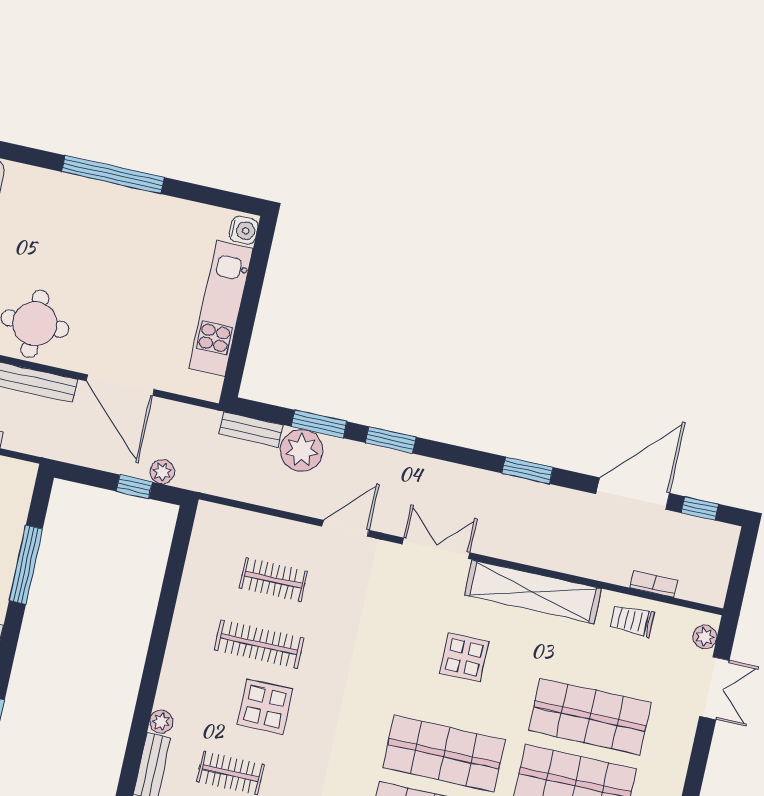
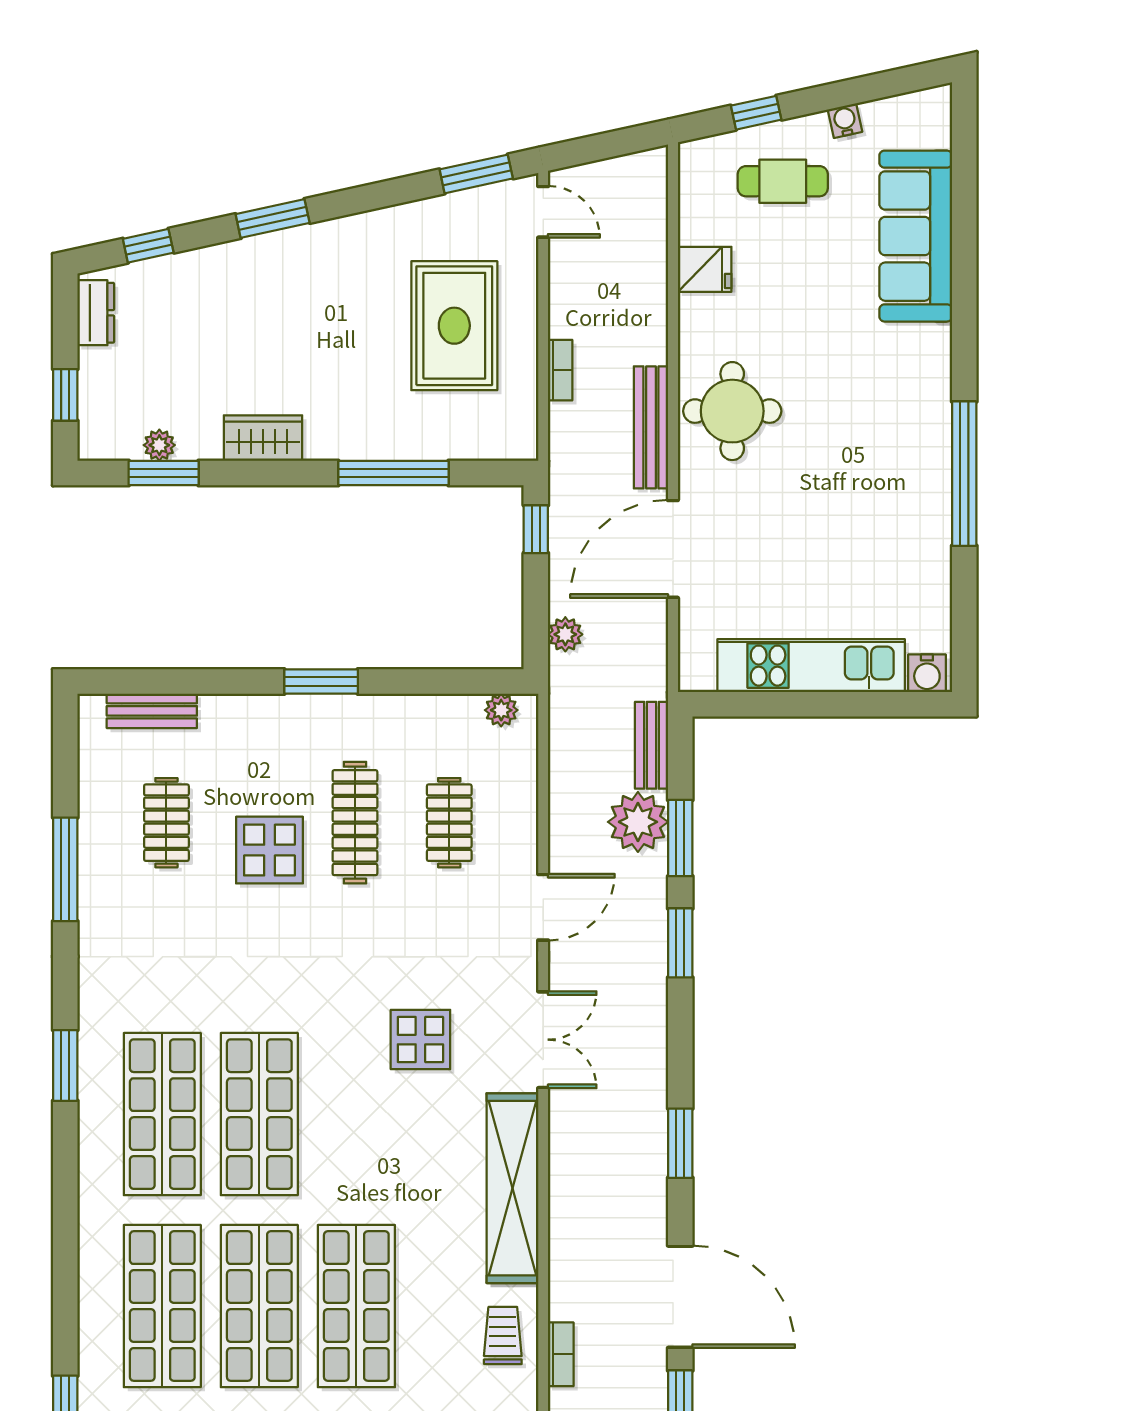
window: (134, 487) -> (536, 529), moved
door: (345, 528) -> (543, 907), hinge flipped
window: (157, 646) -> (321, 681), added
display table: (464, 657) -> (420, 1040), moved
plant: (161, 722) -> (501, 710), moved

